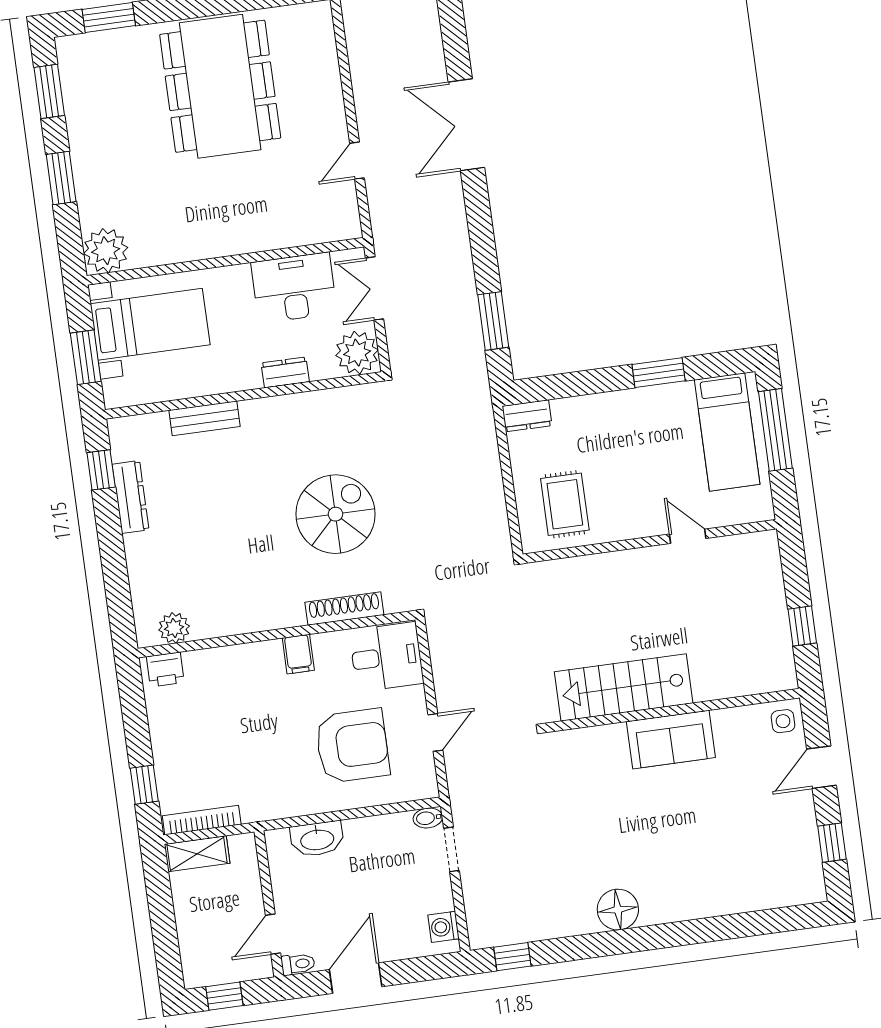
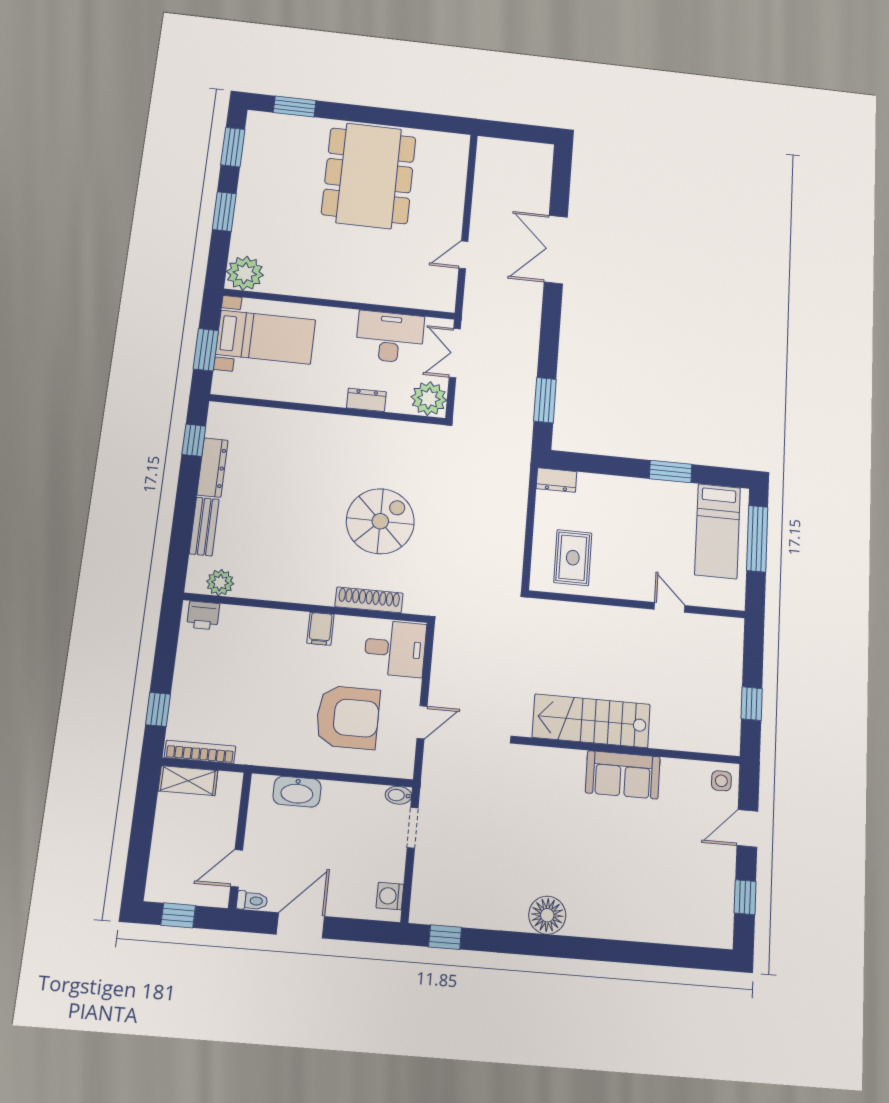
bench: (204, 418) -> (204, 527), moved, turned 90

